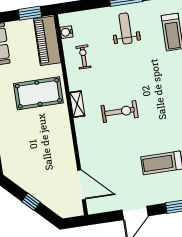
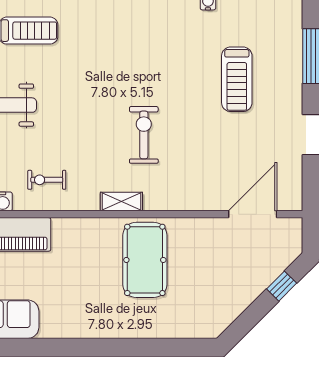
pool table: (38, 93) -> (145, 260), moved
window: (31, 202) -> (282, 286), moved

